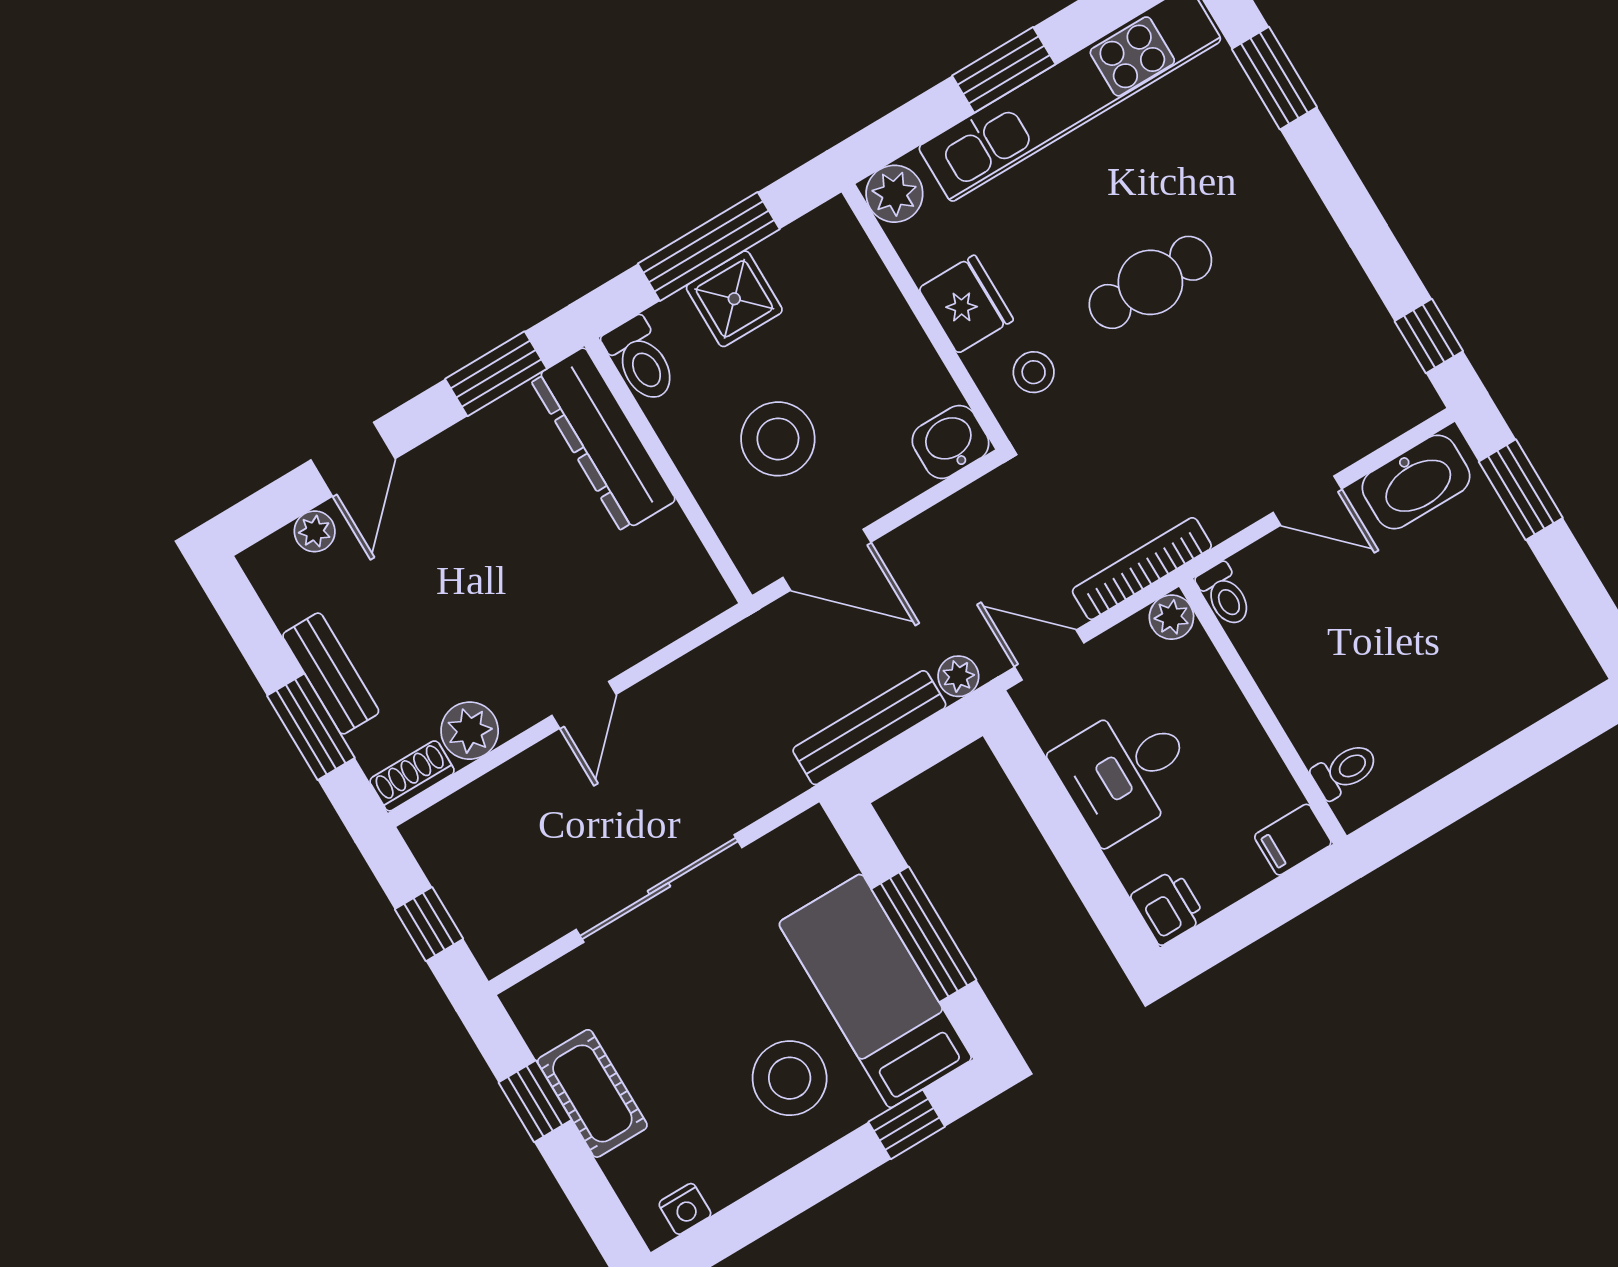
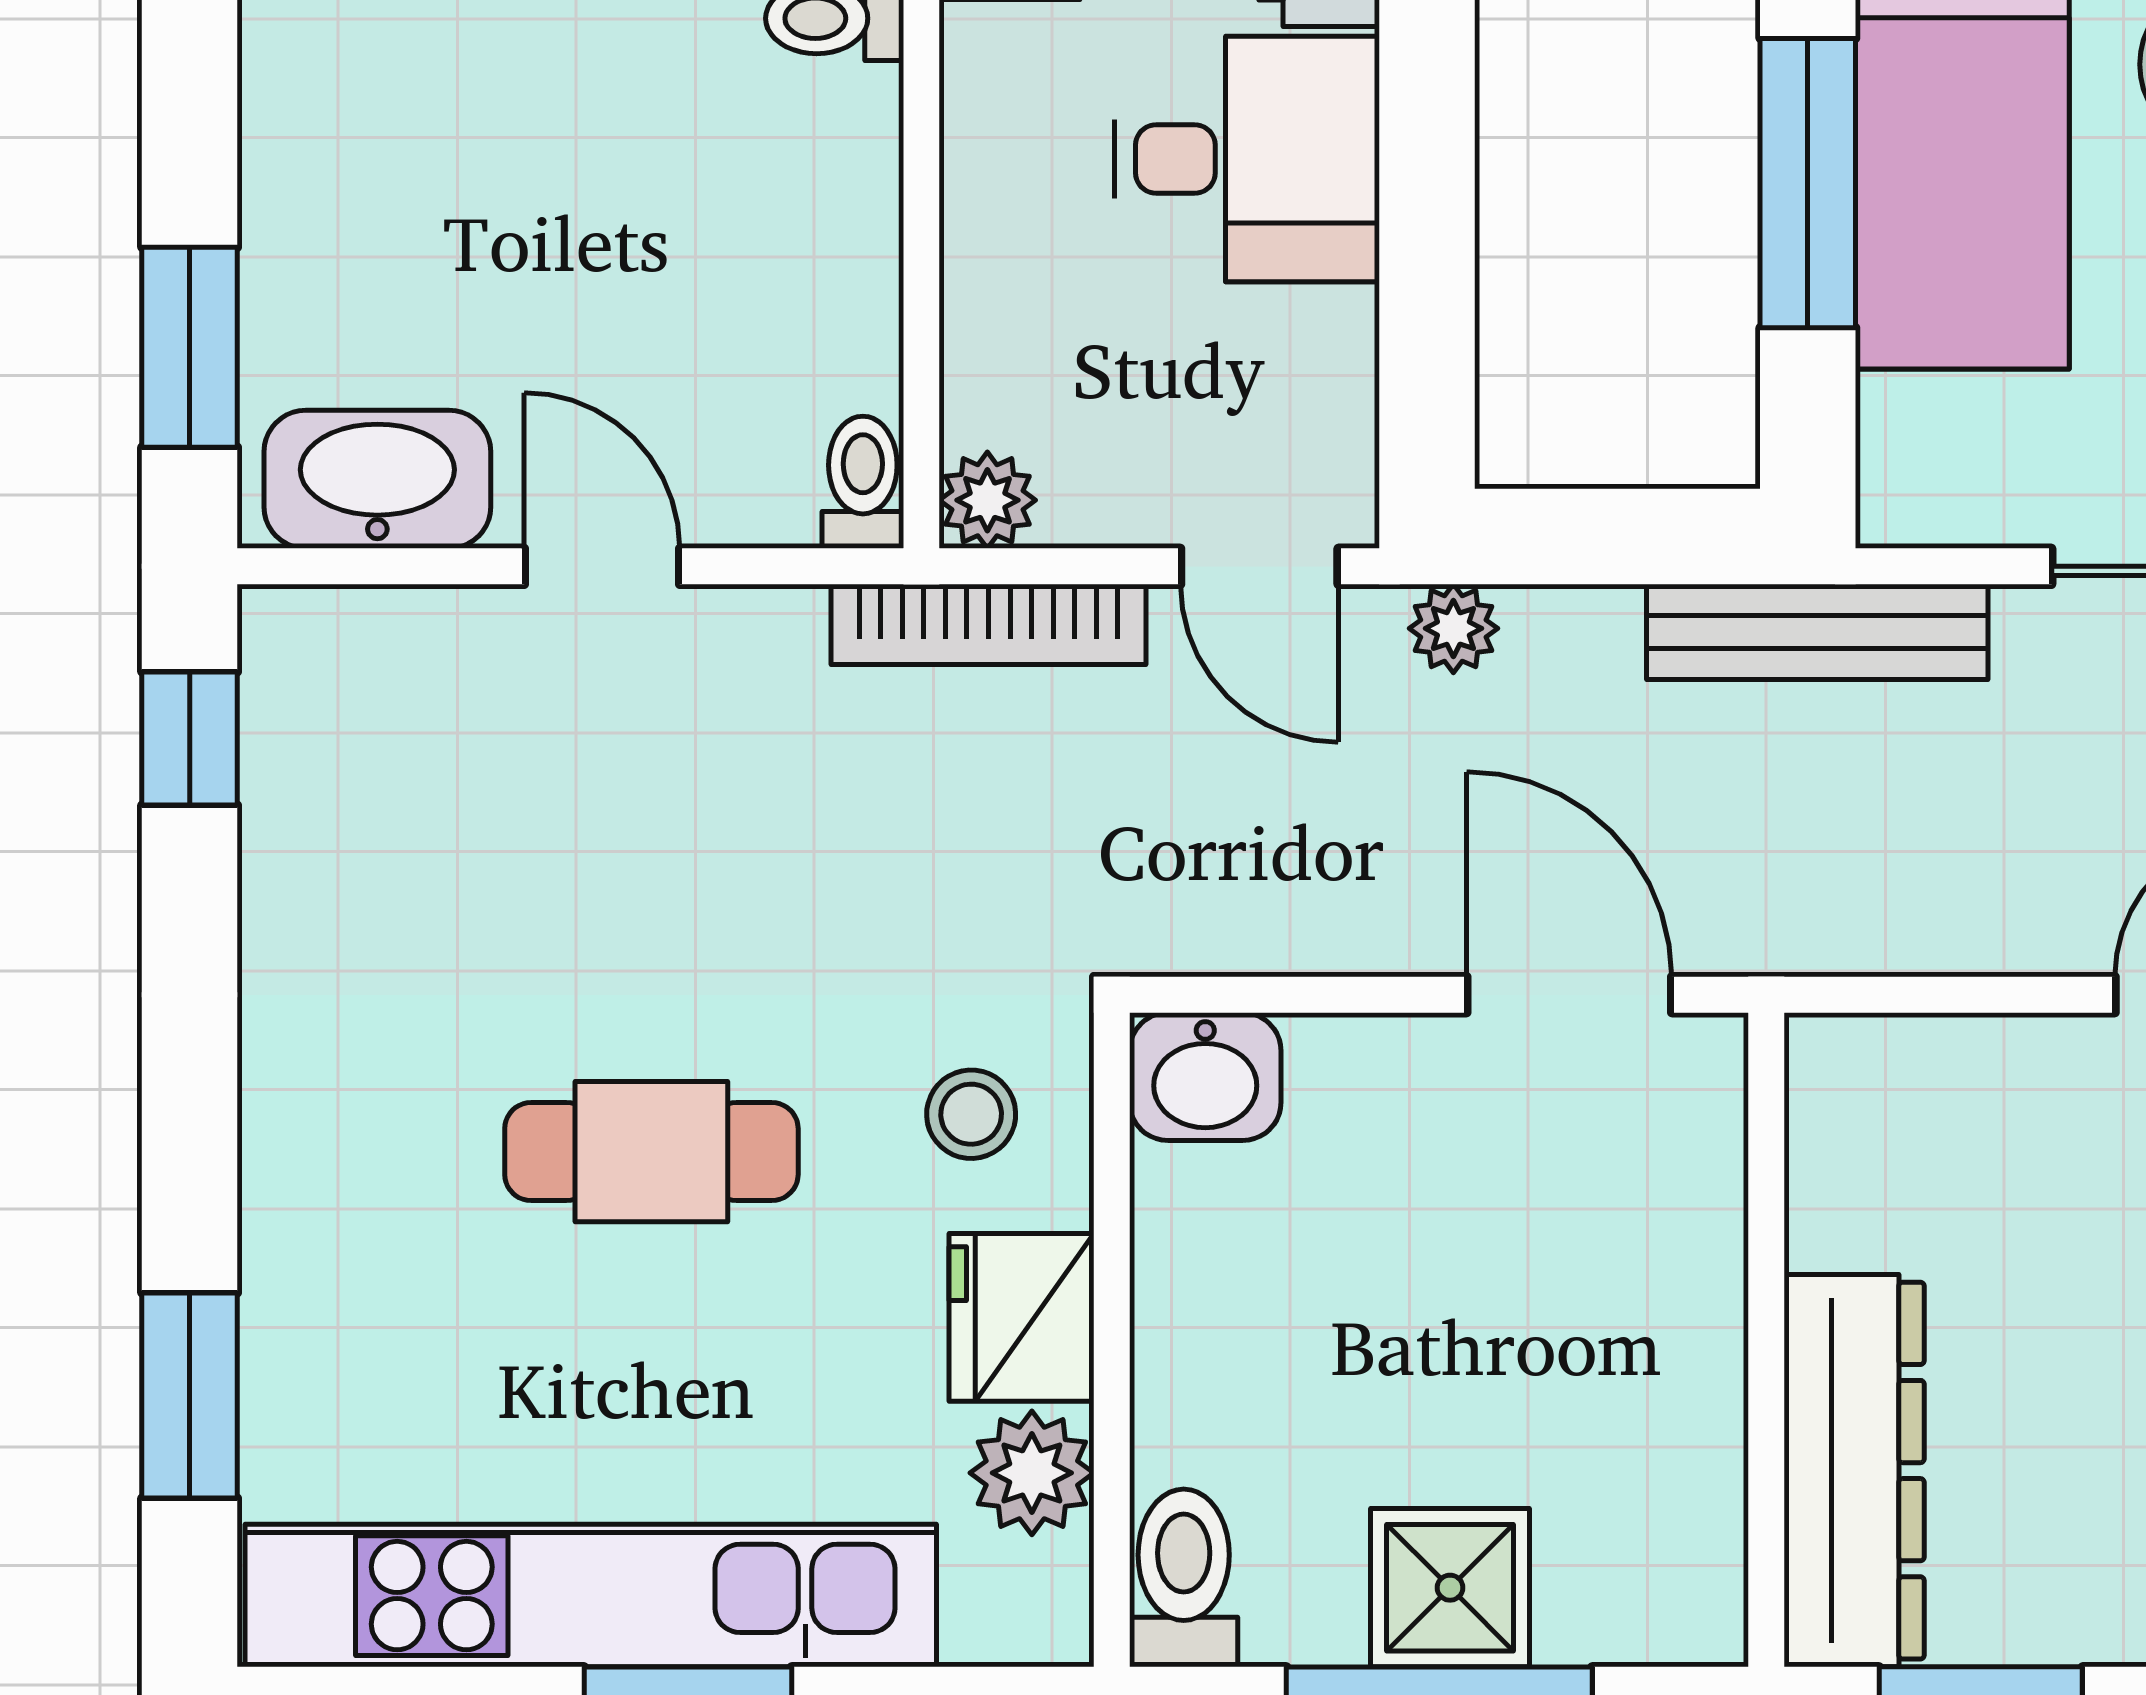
plant: (894, 194) -> (1032, 1473), moved
toilet: (641, 360) -> (1184, 1578), moved
stool: (778, 439) -> (1525, 1276), removed
bench: (869, 728) -> (1817, 632), moved
desk: (1125, 771) -> (1247, 159), moved

